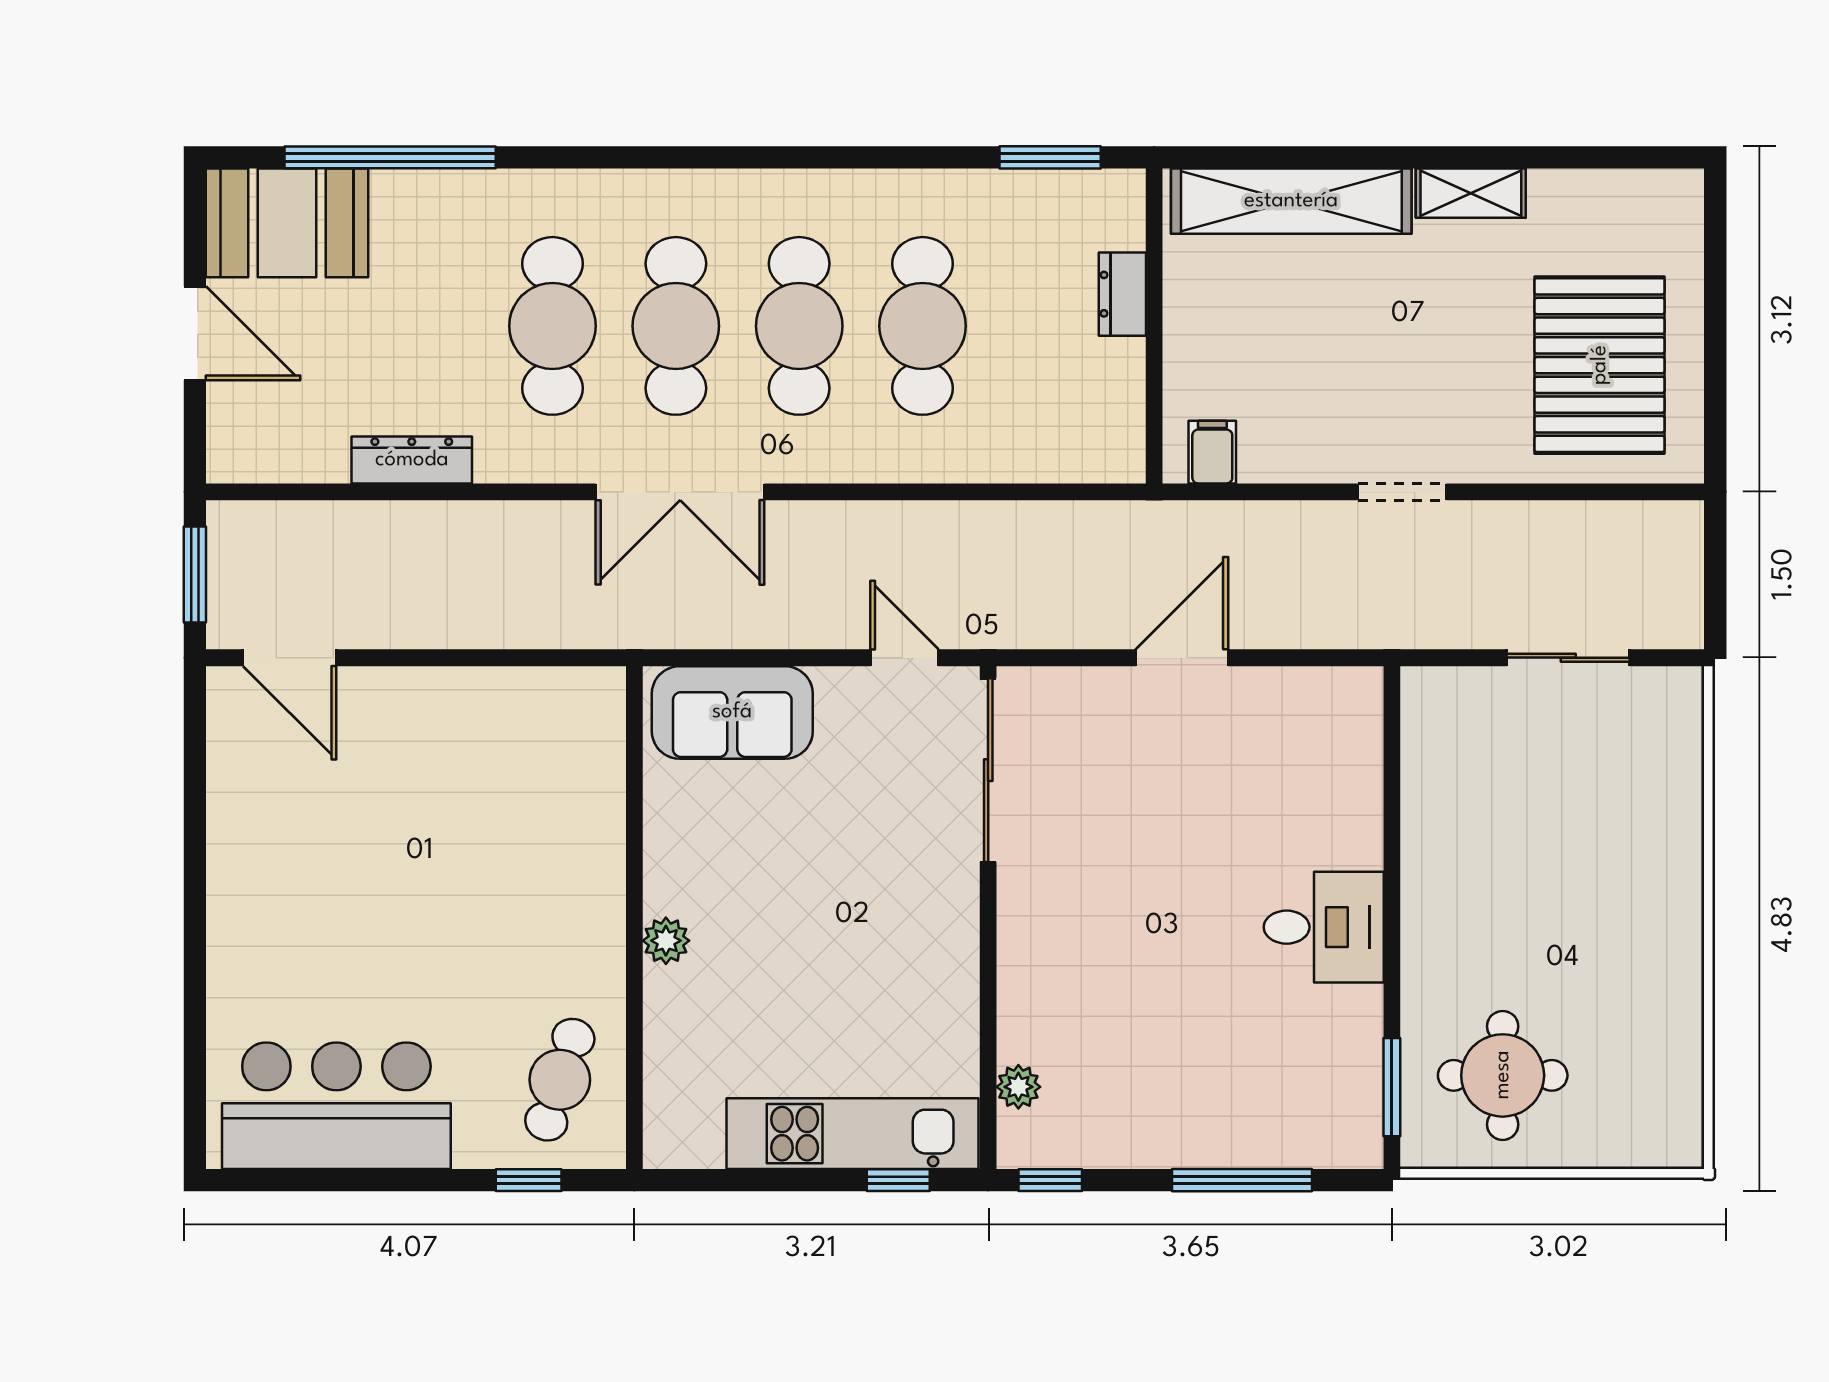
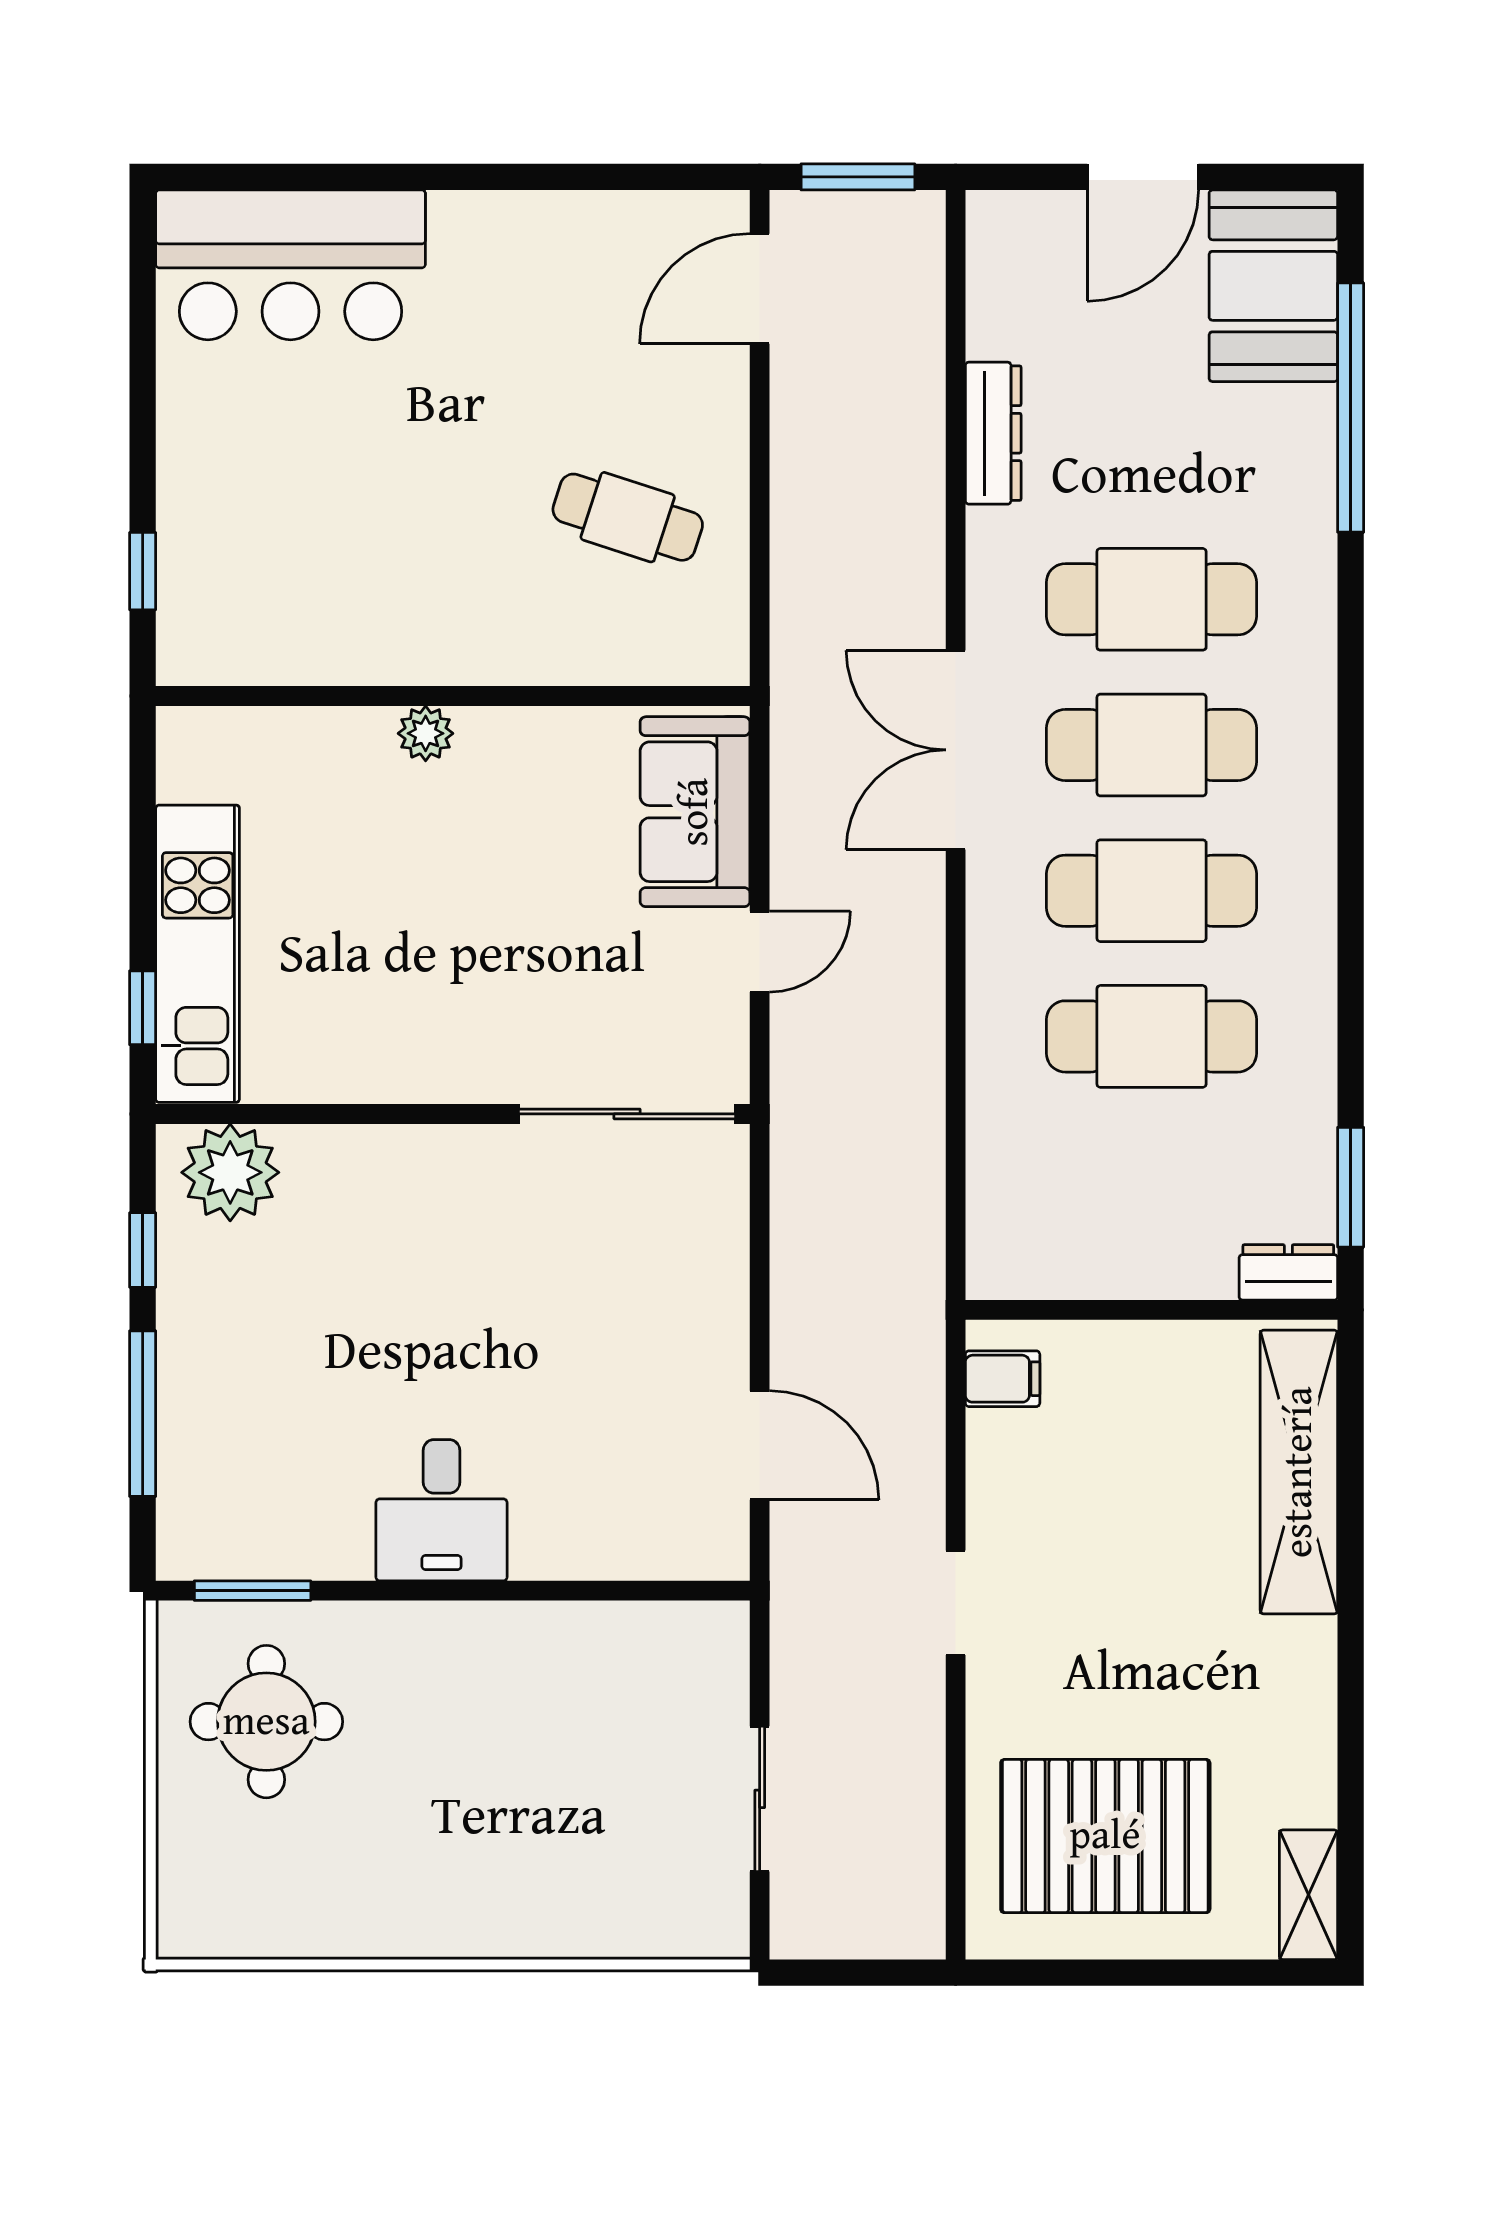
shelving: (1471, 193) -> (1308, 1895), moved
dresser: (1122, 294) -> (1288, 1272), moved
door: (904, 658) -> (760, 952), moved
door: (1182, 658) -> (760, 1445), moved
cafe table: (560, 1080) -> (628, 517), moved
plant: (1018, 1087) -> (230, 1172), width x1.88, depth x1.88
bar counter: (336, 1106) -> (291, 265), moved, turned 90
window: (1050, 1180) -> (143, 1250), moved

